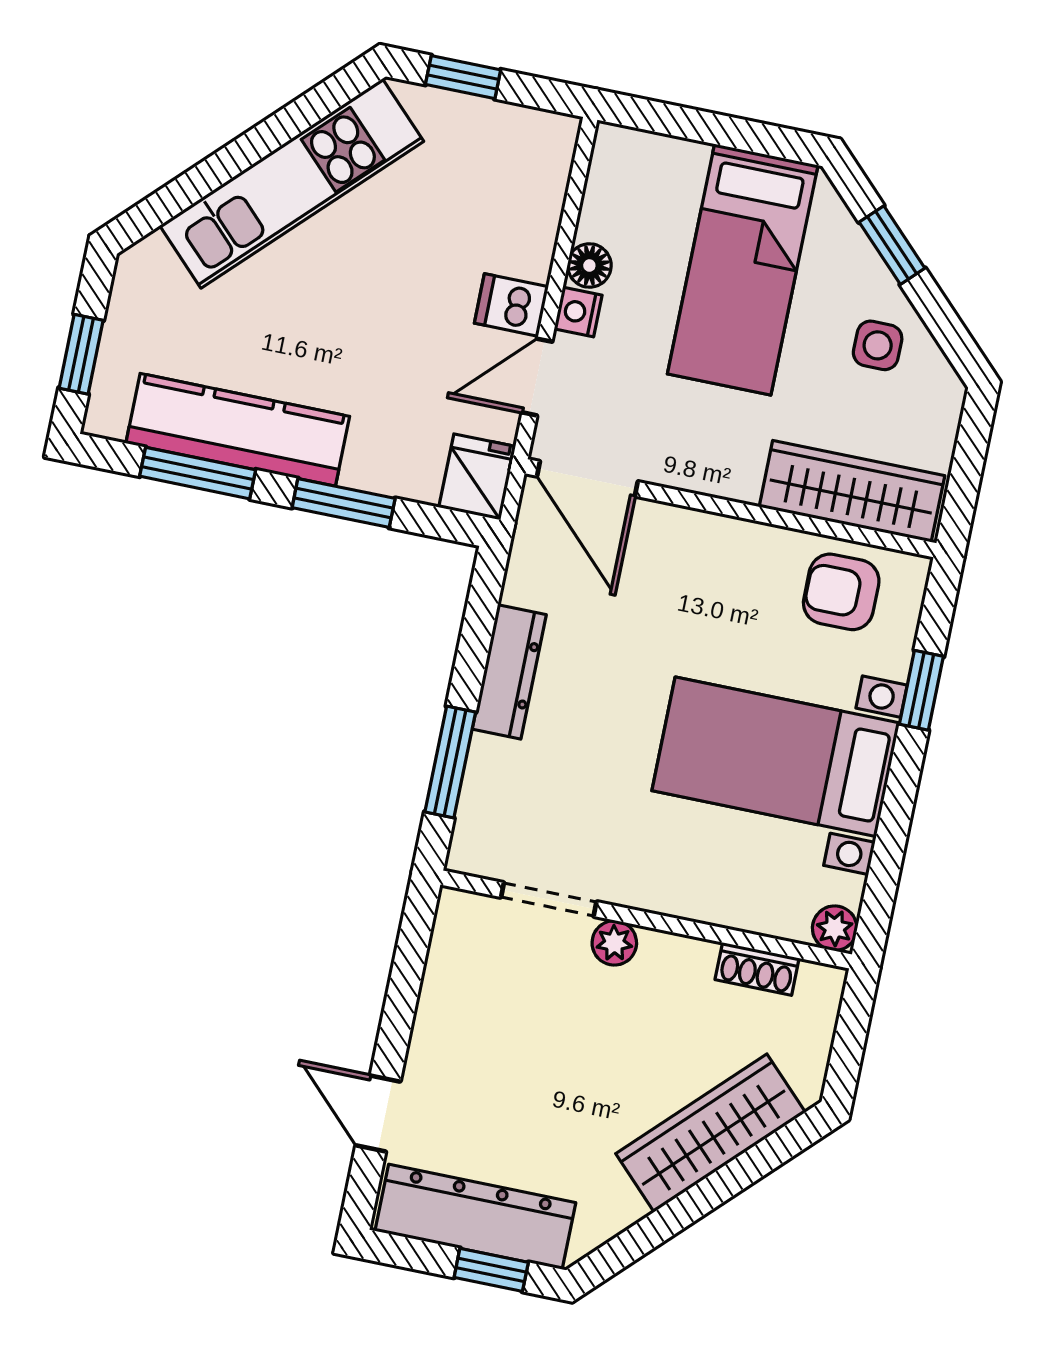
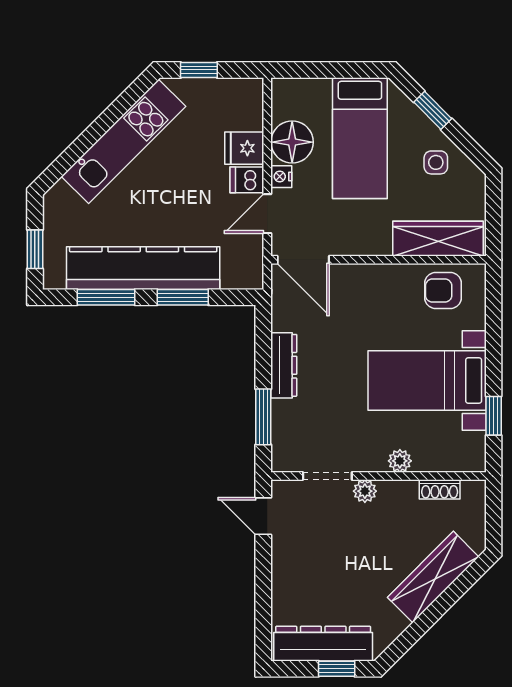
floor lamp: (589, 265) -> (292, 142), width x1.89, depth x1.89
kitchen counter: (238, 430) -> (143, 268), width x1.39, depth x1.17
fridge: (477, 477) -> (244, 148), moved, turned -90
window: (921, 690) -> (494, 416), moved
plant: (835, 928) -> (400, 461), moved
door: (378, 1114) -> (263, 516), moved

